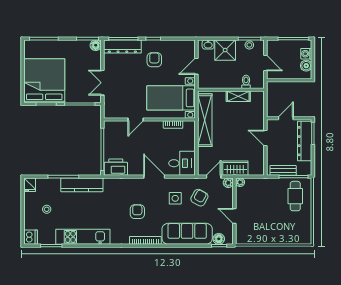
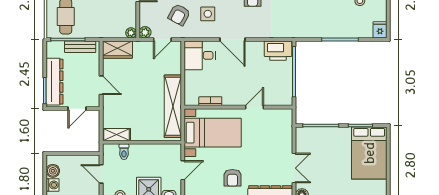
bed: (44, 81) -> (369, 153), width x0.73
double door: (102, 83) -> (294, 168), moved
shelving: (238, 96) -> (116, 135), moved
wardrobe: (235, 168) -> (117, 50), moved
kitchen counter: (82, 185) -> (318, 30), removed

